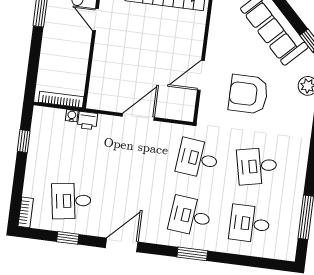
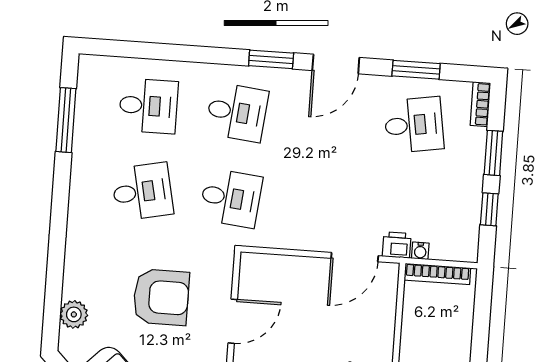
door: (138, 117) -> (355, 257), moved
window: (19, 179) -> (493, 153), added
window: (68, 238) -> (416, 70), width x1.50
window: (192, 254) -> (271, 59), moved

